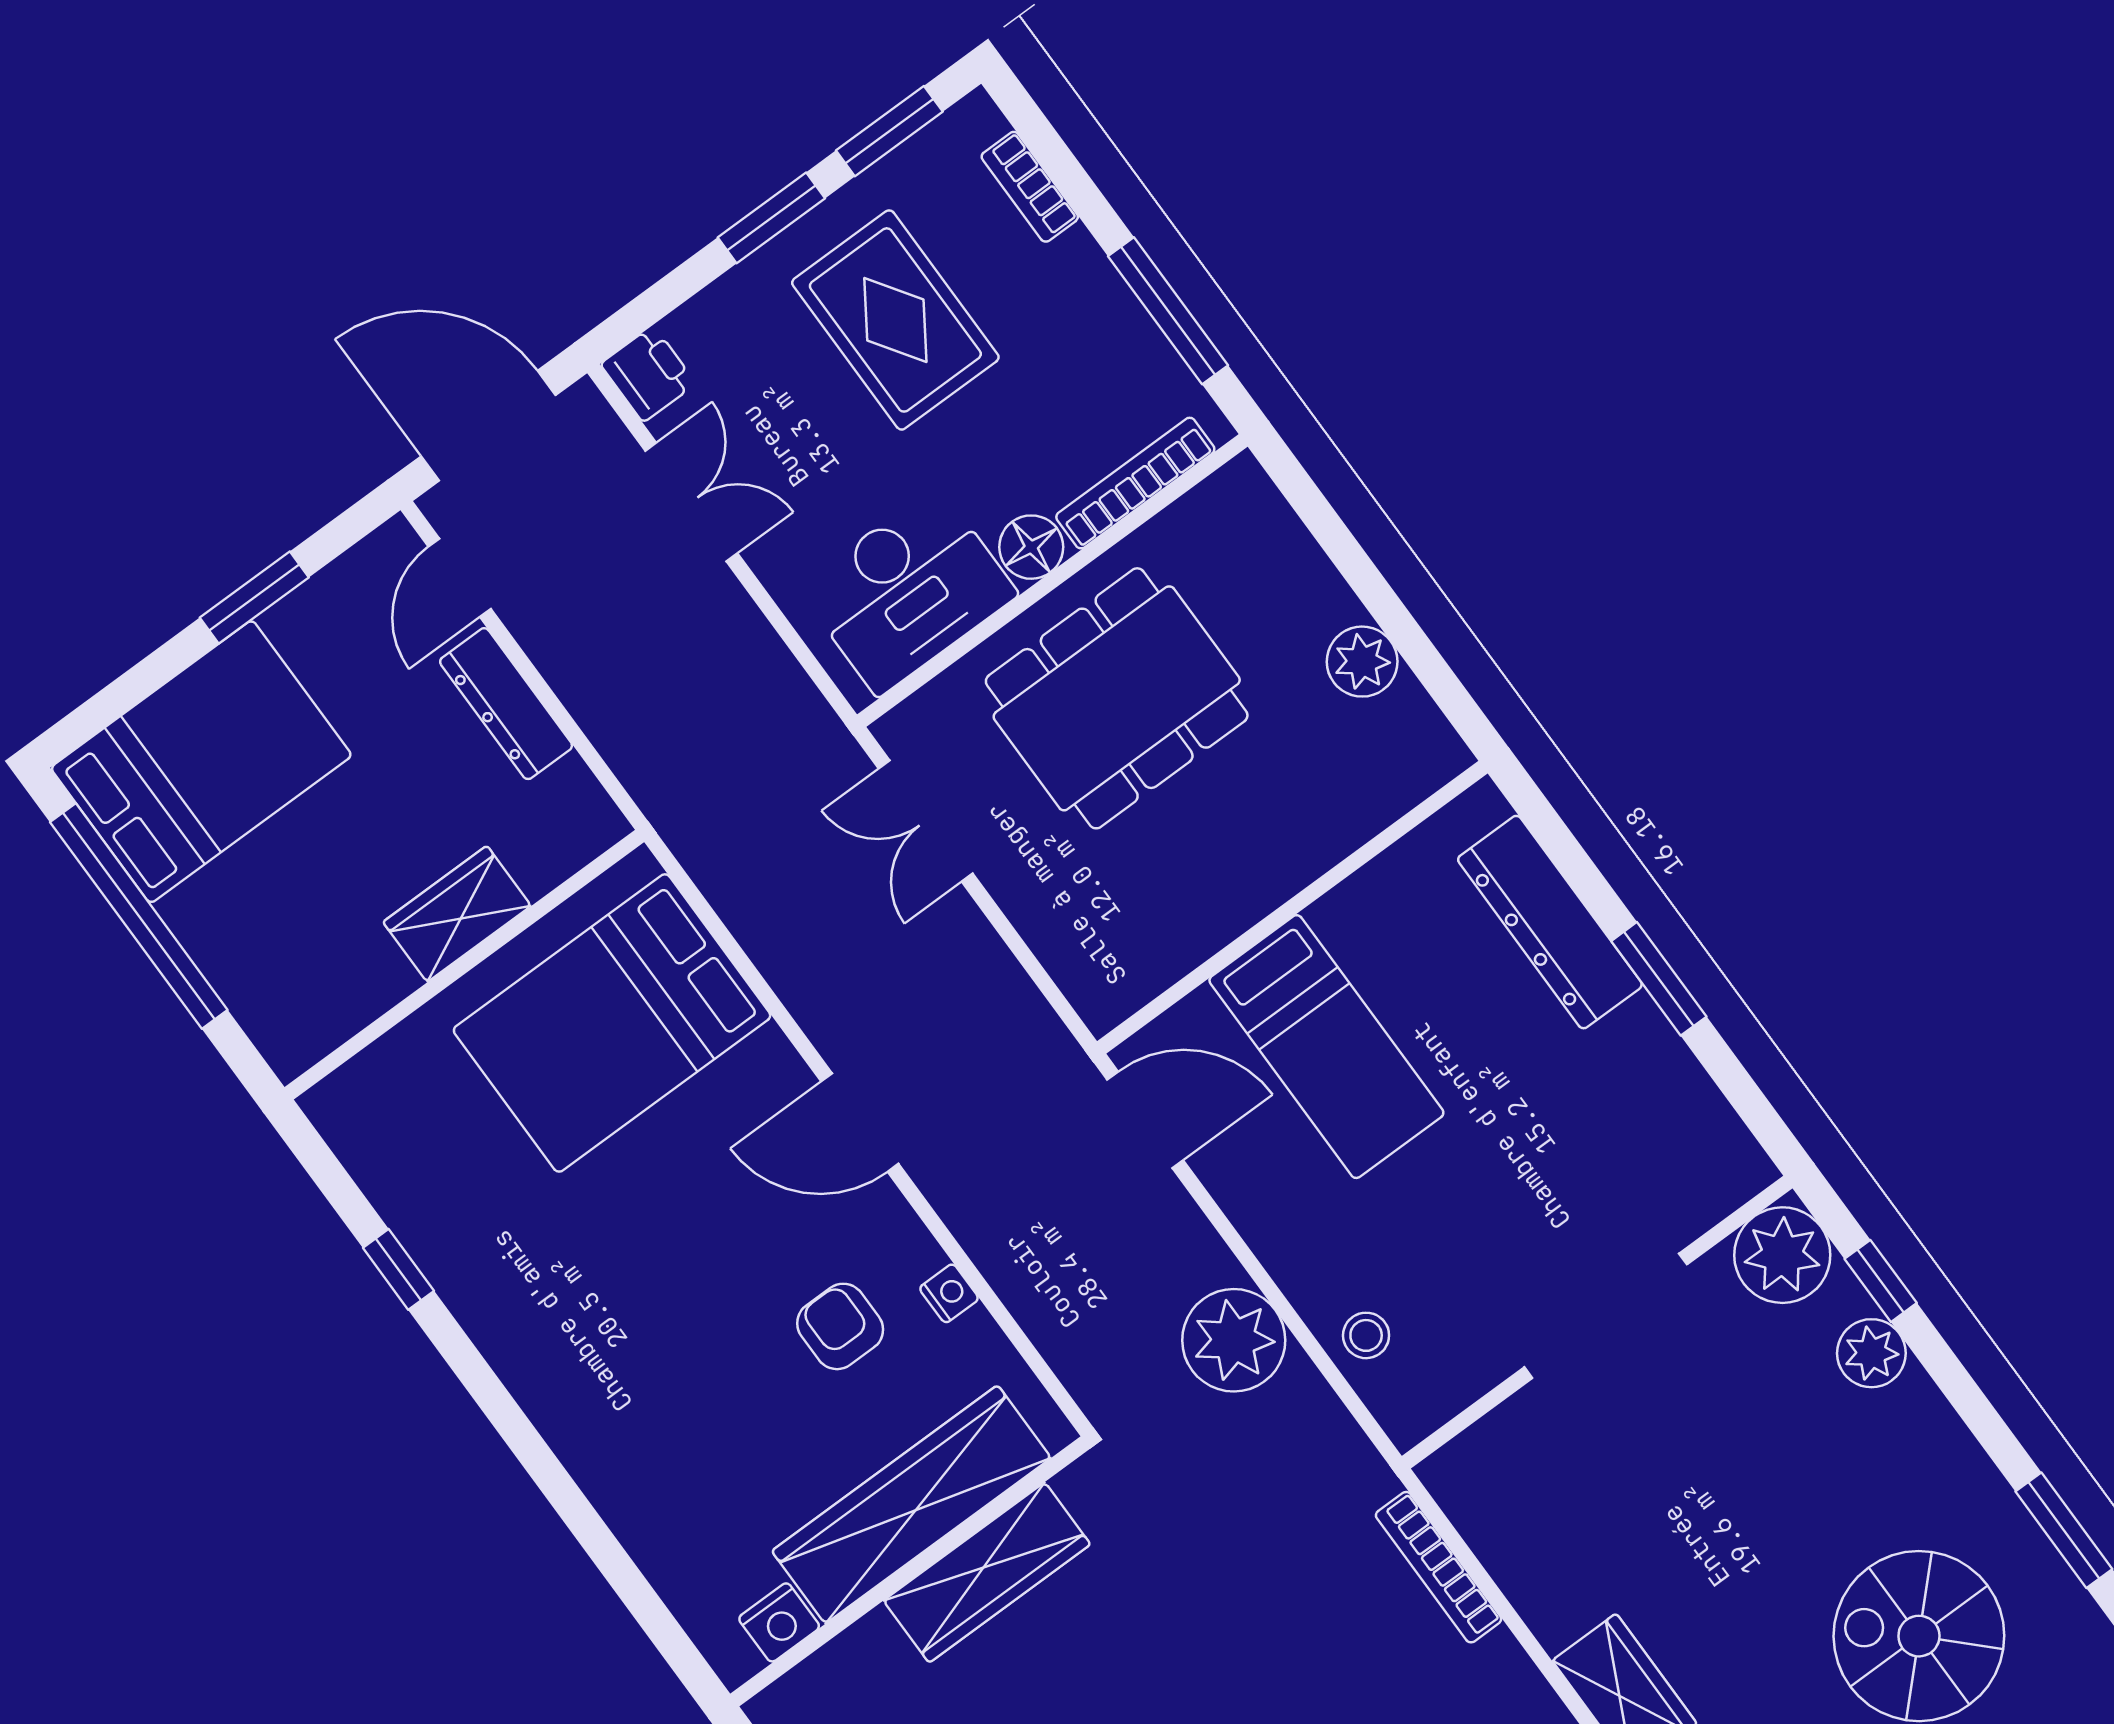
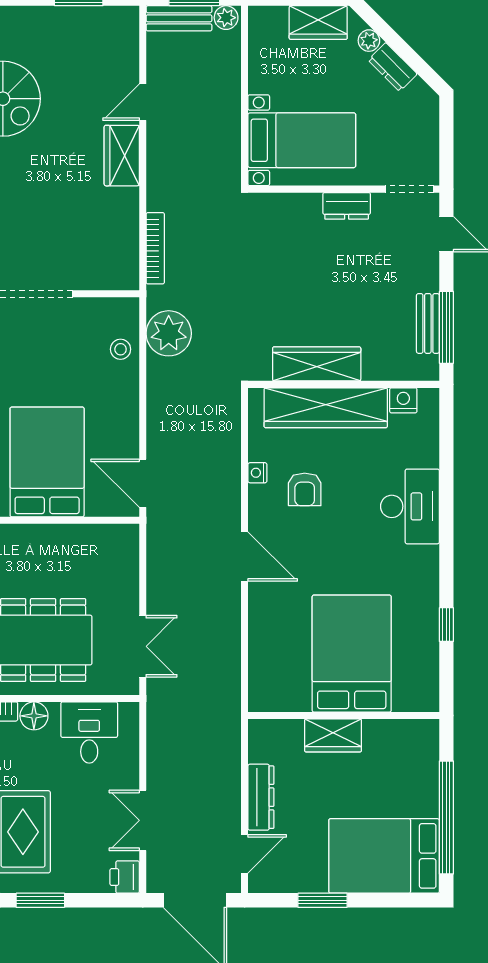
desk: (908, 591) -> (89, 733), width x0.73
bed: (612, 1023) -> (352, 654), moved, turned -90
bed: (1326, 1047) -> (47, 462), width x1.50
plant: (1234, 1340) -> (169, 333), moved
desk: (624, 1437) -> (410, 506), added

